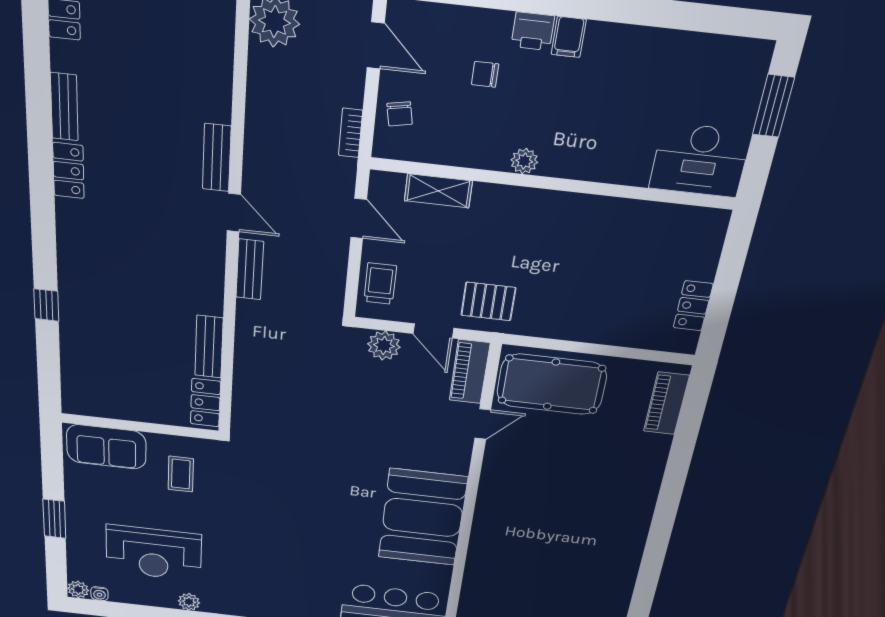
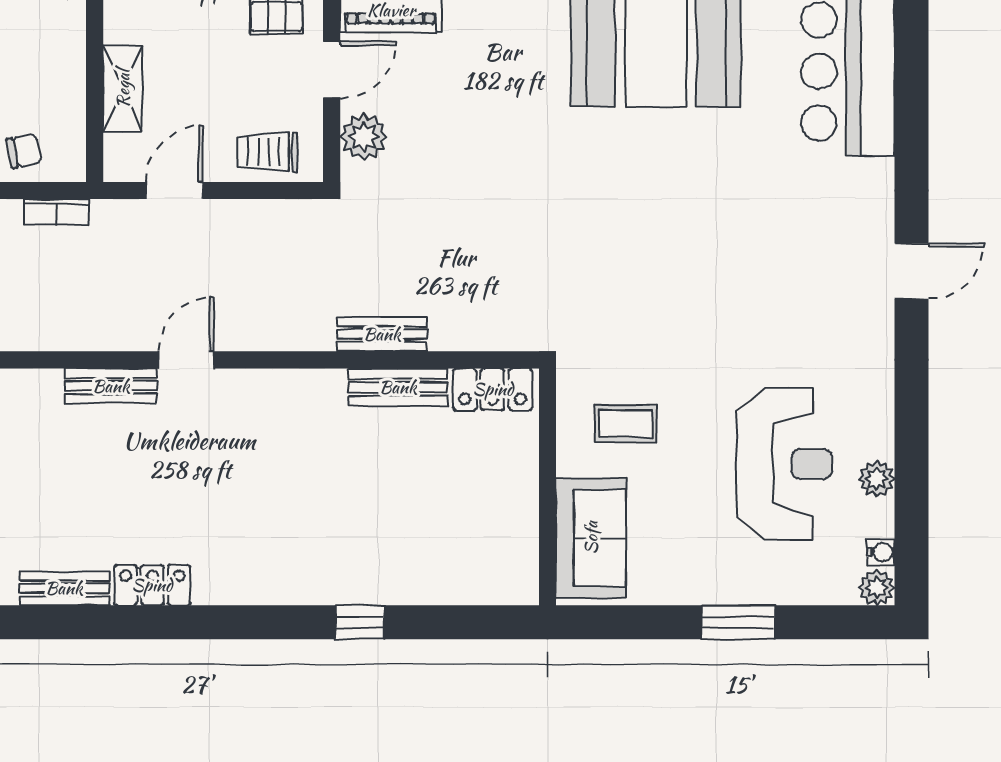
bench: (250, 270) -> (382, 334), moved
plant: (189, 602) -> (877, 479), moved

